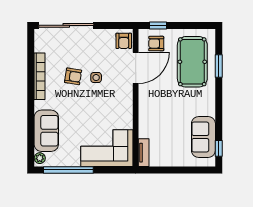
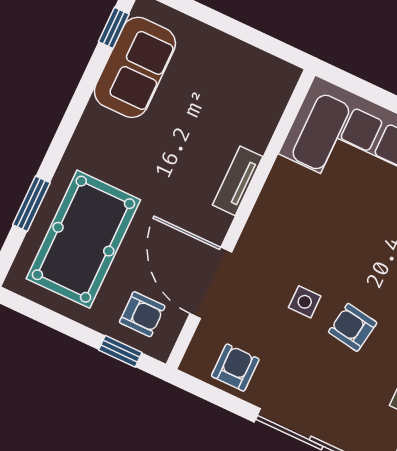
armchair: (124, 41) -> (235, 368), moved
door: (136, 68) -> (211, 283), hinge flipped
tv unit: (144, 153) -> (238, 181), moved

